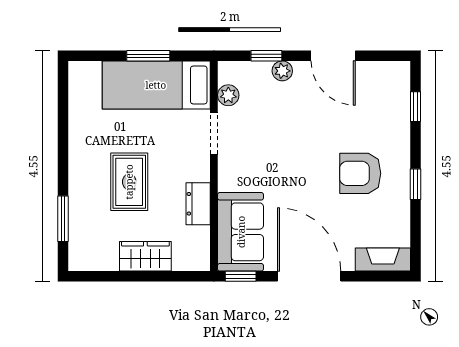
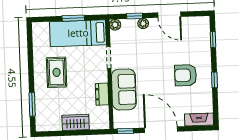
plant: (228, 95) -> (115, 25), moved
rug: (129, 182) -> (57, 72), moved
sofa: (241, 232) -> (124, 89), moved

